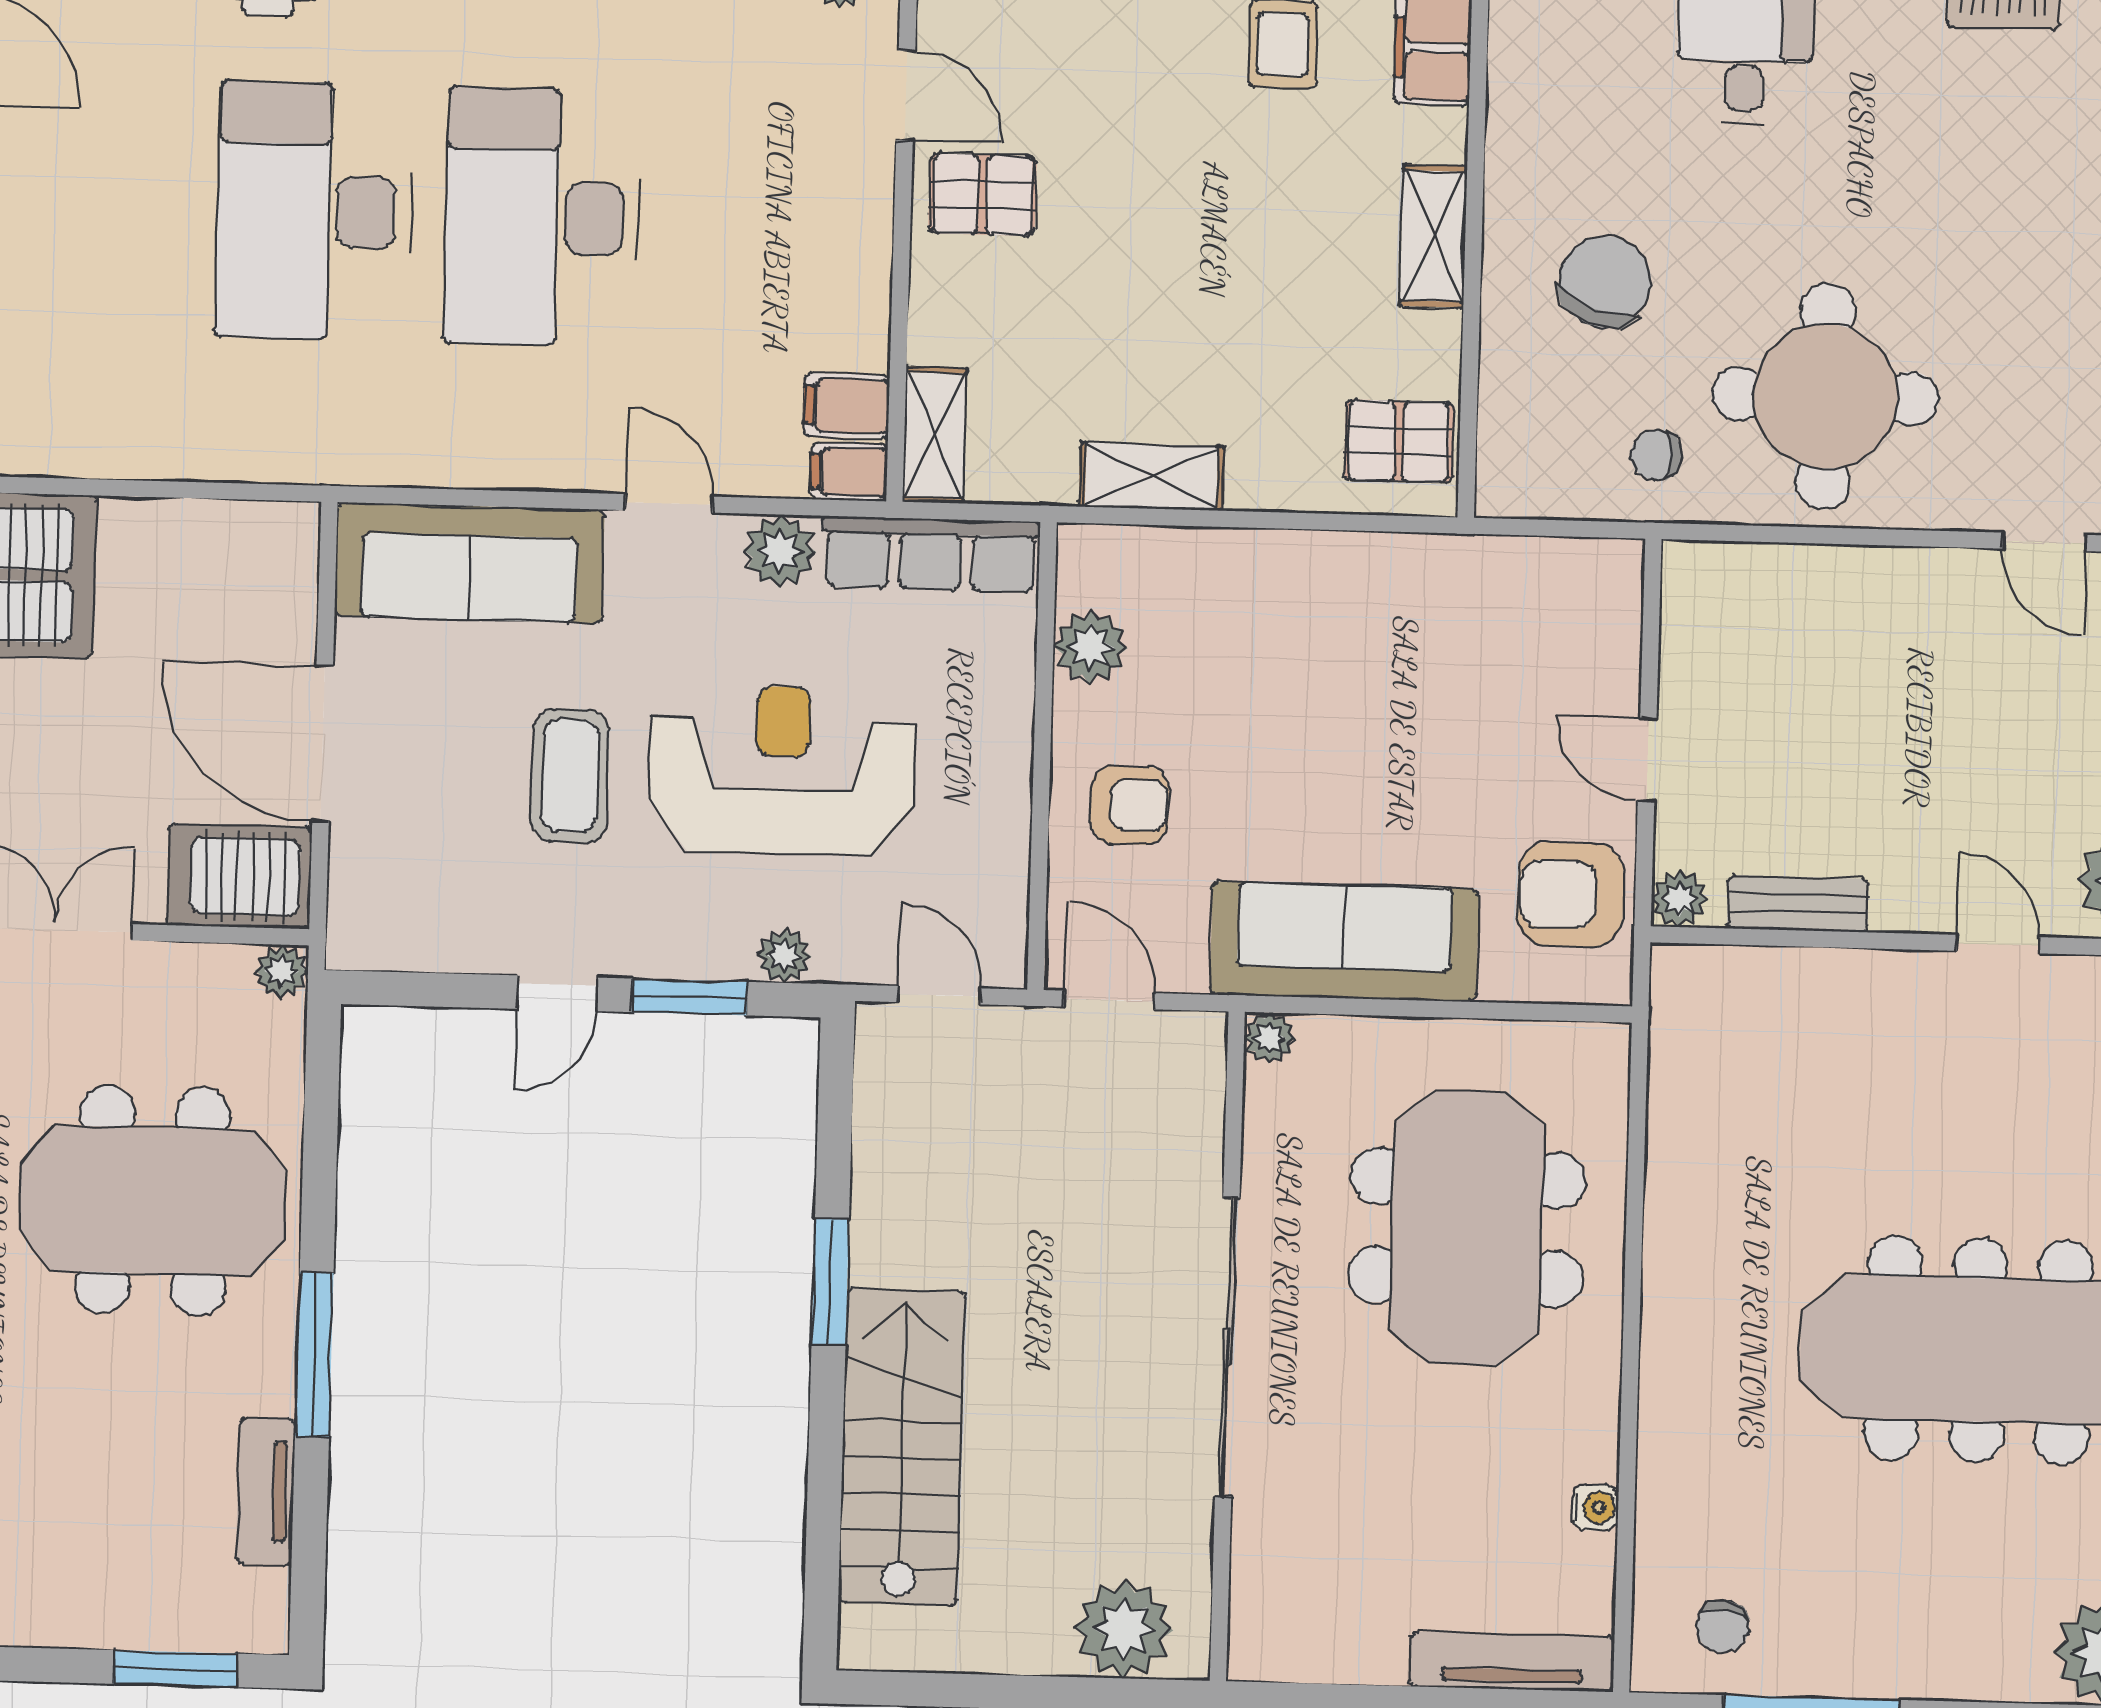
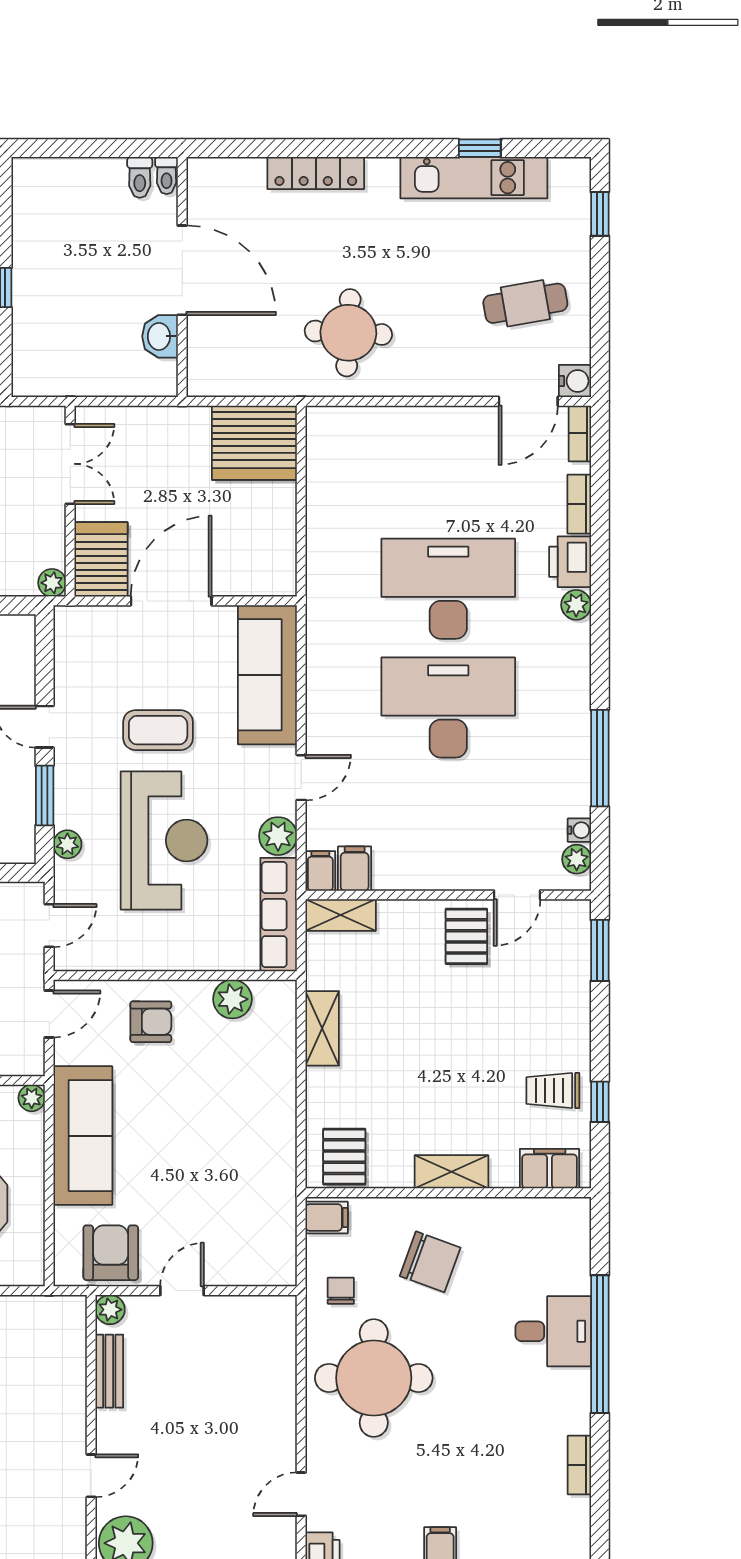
filing cabinet: (1515, 478) -> (327, 1217), added
armchair: (1129, 805) -> (151, 1022), turned -90

